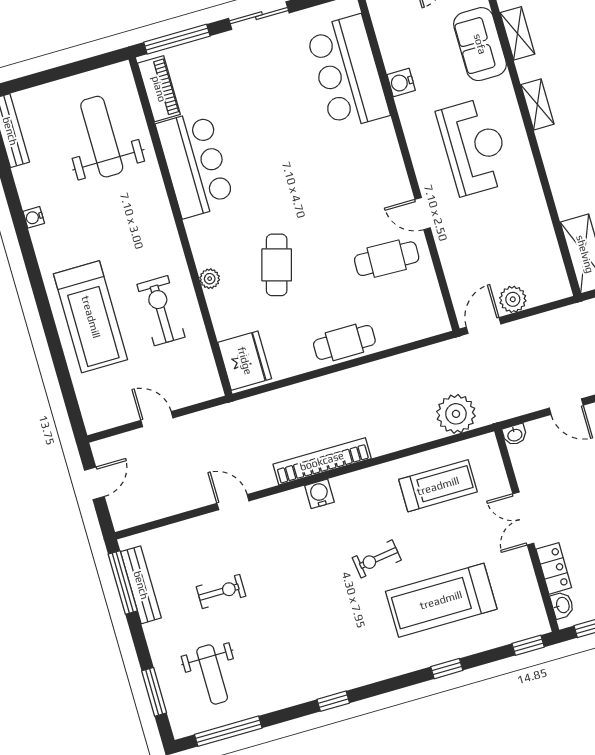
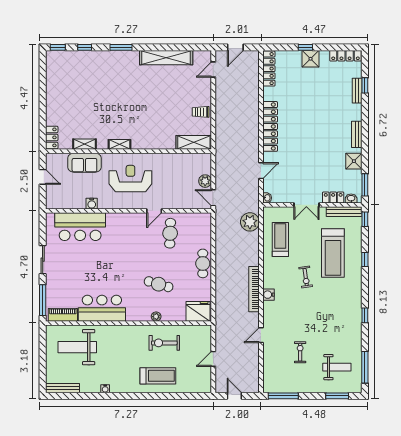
treadmill: (91, 317) -> (158, 376), width x0.73, depth x0.73
bench: (141, 585) -> (344, 212), moved

